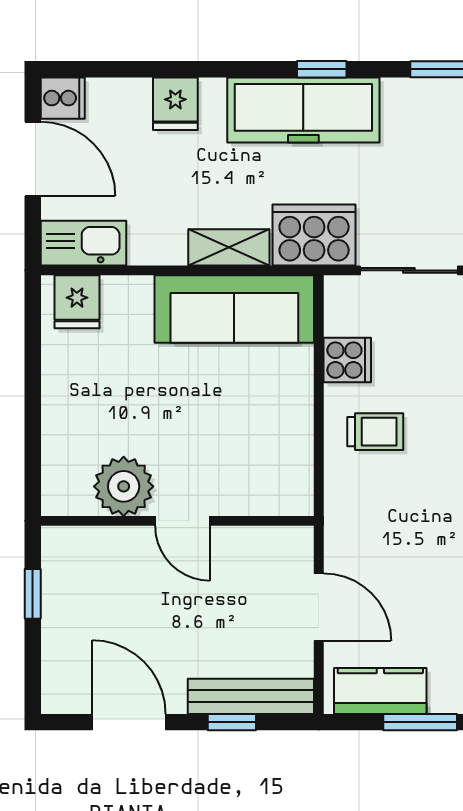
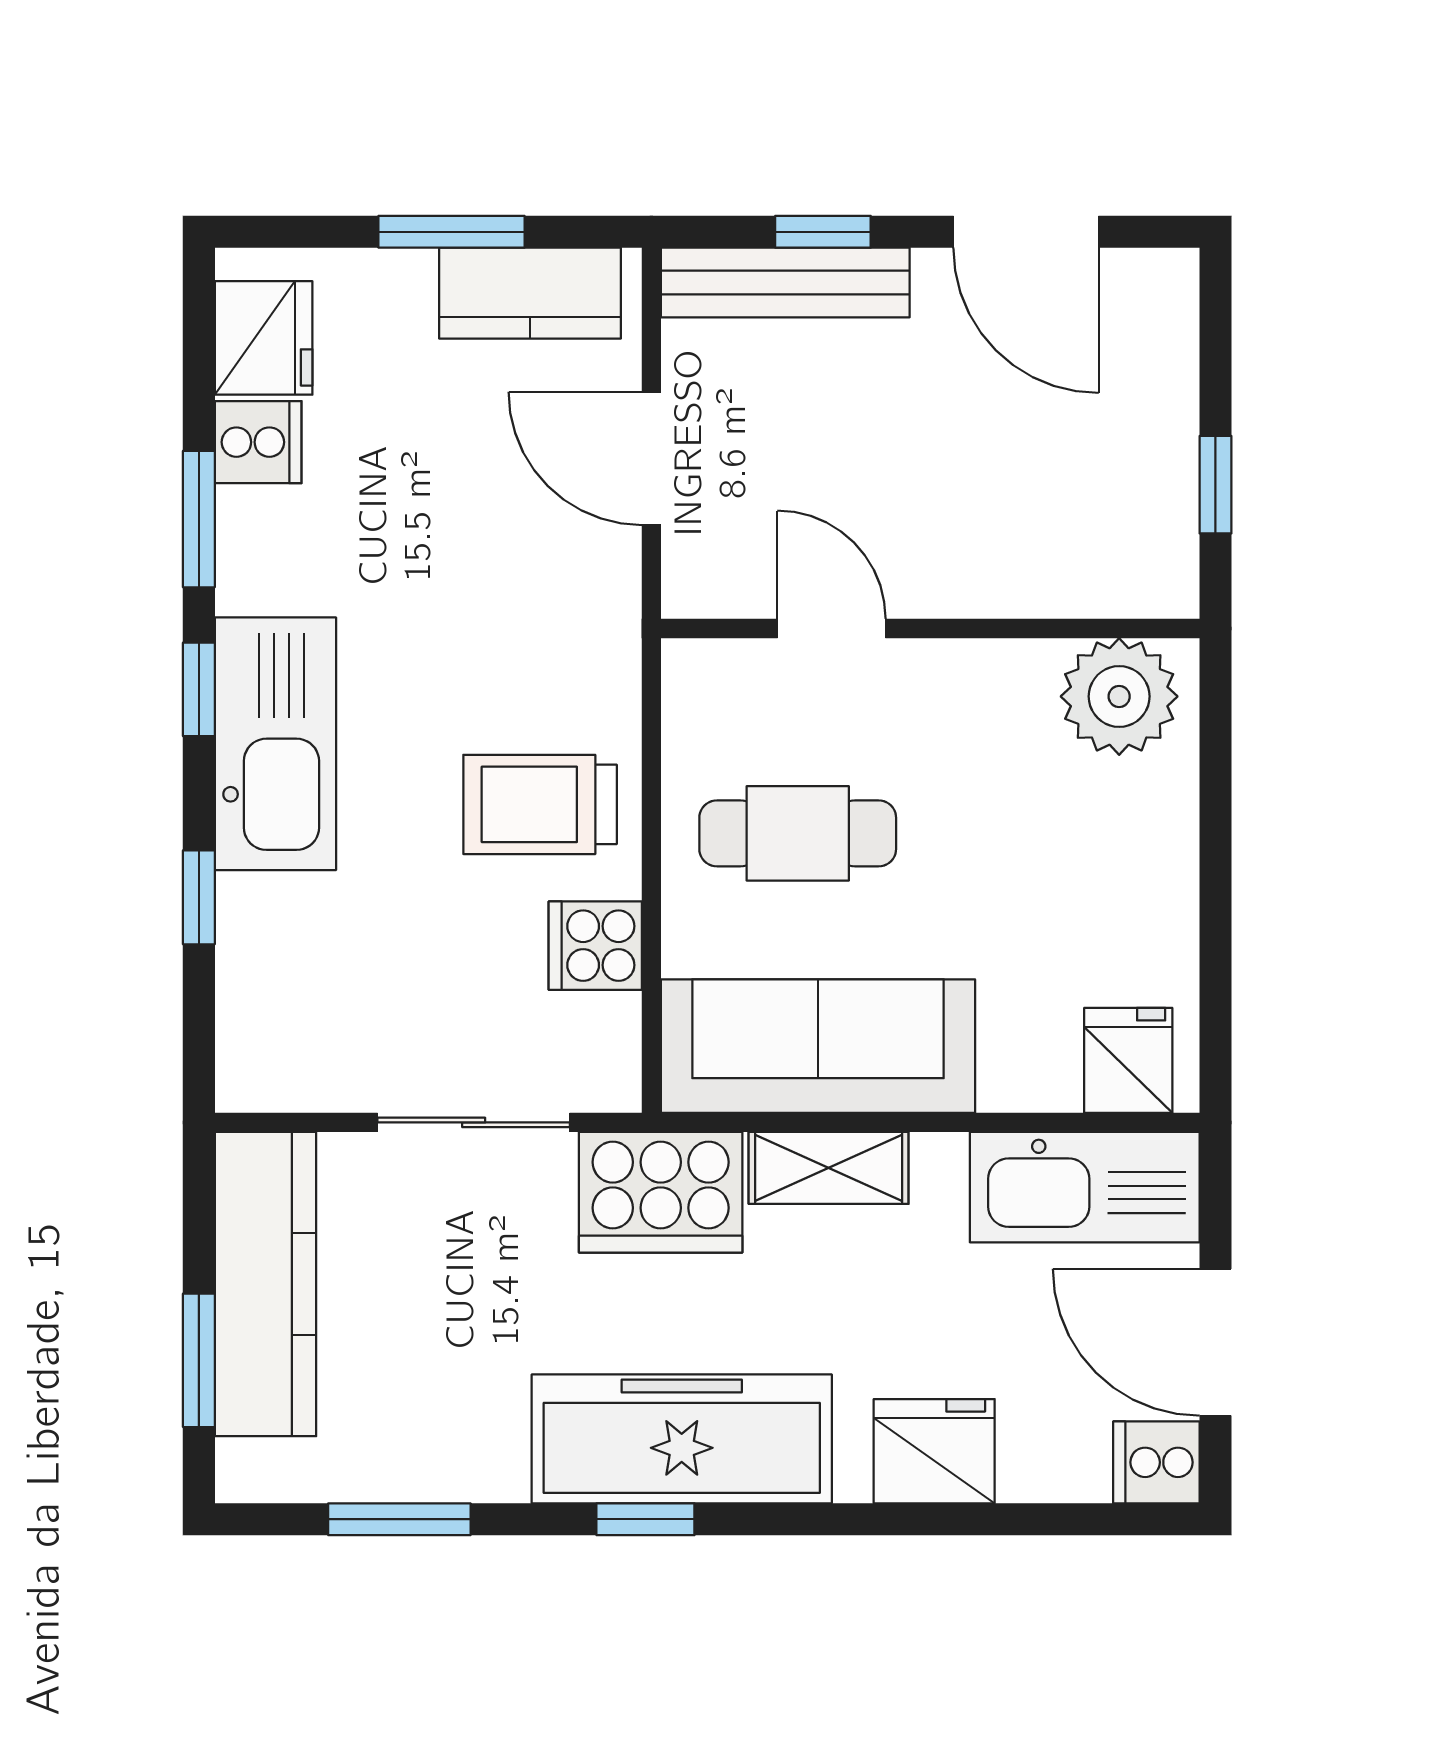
fridge: (175, 104) -> (934, 1451), width x1.38
kitchen sink: (84, 243) -> (1085, 1187), width x1.36, depth x1.24
cafe table: (245, 417) -> (798, 833), added
trolley: (375, 432) -> (540, 804), width x1.36, depth x1.39
plant: (124, 486) -> (1119, 696), moved
door: (182, 521) -> (831, 628), moved

